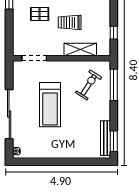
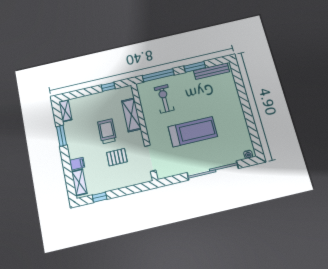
pallet: (40, 14) -> (117, 157), moved, turned 90
trolley: (70, 22) -> (107, 131), turned 180
exercise bike: (89, 85) -> (164, 99), turned 56
window: (114, 141) -> (195, 67), moved

